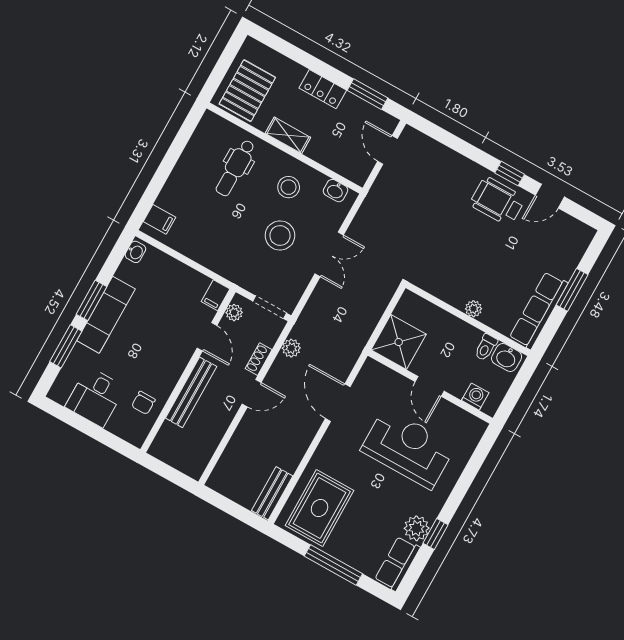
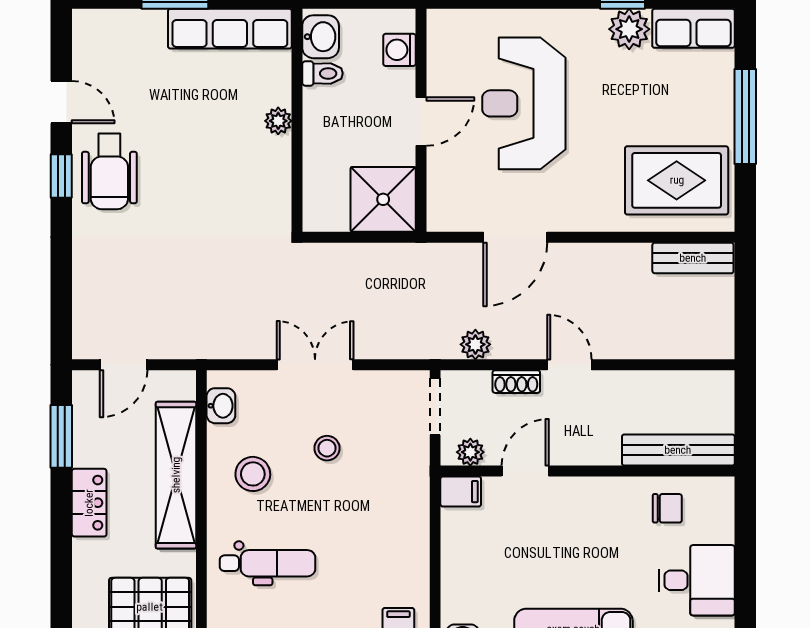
shelving: (288, 135) -> (176, 475), width x2.20, depth x1.33
stool: (280, 235) -> (327, 448), width x0.53, depth x0.53
bench: (191, 392) -> (678, 450), moved

